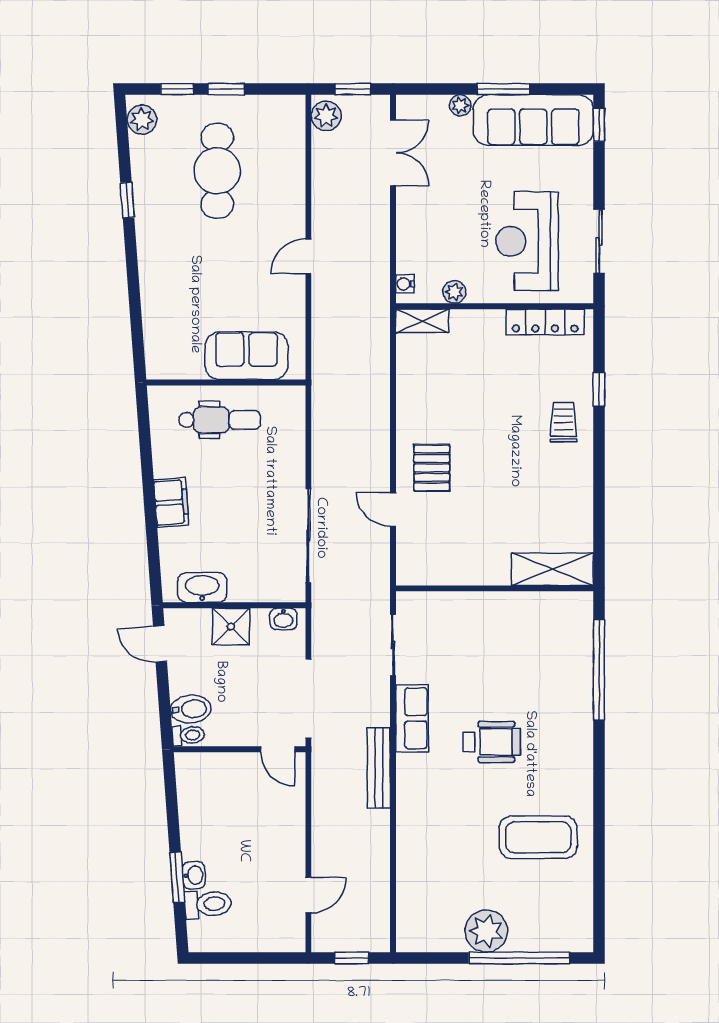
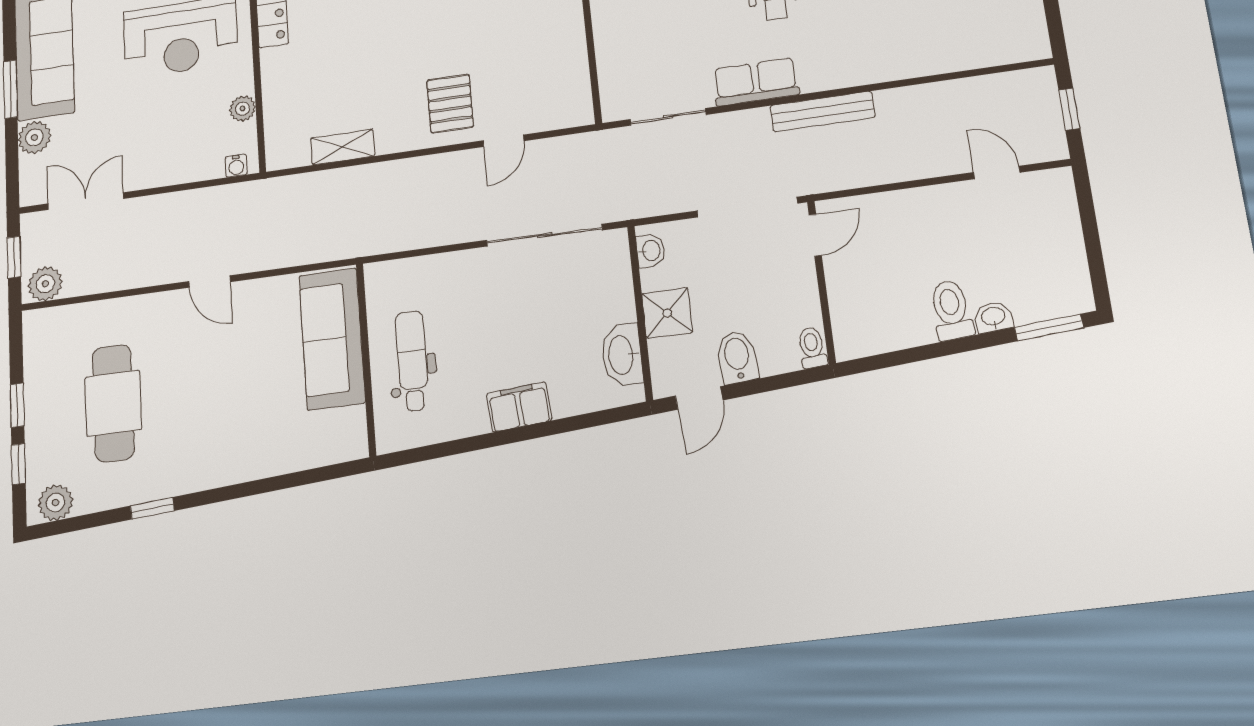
plant: (460, 105) -> (34, 137), width x1.38, depth x1.38
cafe table: (217, 171) -> (113, 403), turned 90
shelving: (422, 321) -> (343, 147), moved, turned 90
sofa: (246, 356) -> (332, 339), width x1.36
pallet: (432, 468) -> (450, 104), turned 90
bidet: (191, 709) -> (737, 357), moved
window: (177, 877) -> (1049, 327), moved
toilet: (208, 904) -> (951, 310), moved

